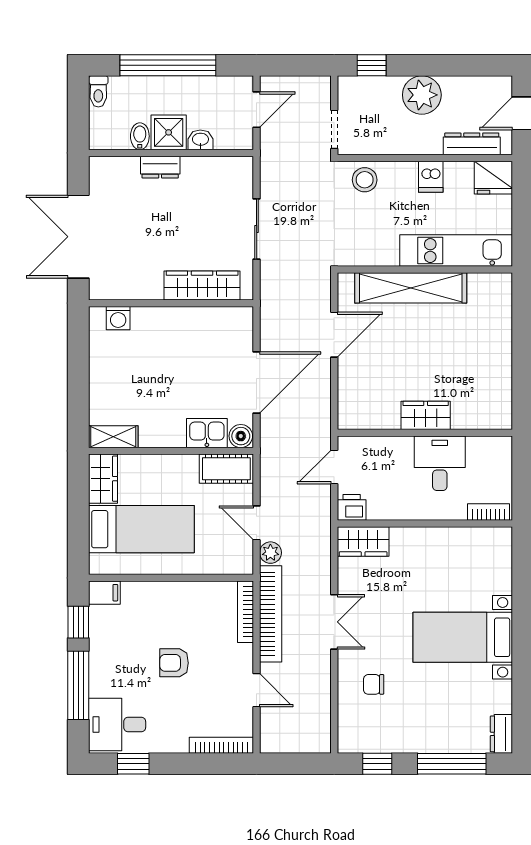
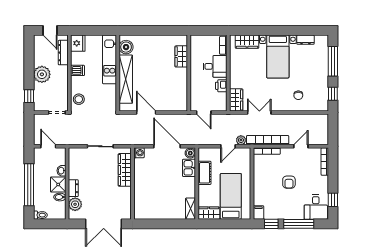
plant: (123, 171) -> (75, 204), added
boiler: (484, 288) -> (126, 47), added
washing machine: (118, 318) -> (139, 153), moved
wardrobe: (426, 415) -> (181, 56), moved
desk: (440, 463) -> (215, 66), moved, turned 180
cot: (226, 469) -> (204, 173), moved
printer: (352, 507) -> (221, 86), moved
wardrobe: (497, 567) -> (247, 42), added
double door: (334, 622) -> (259, 112), moved
dresser: (501, 734) -> (305, 40), moved

